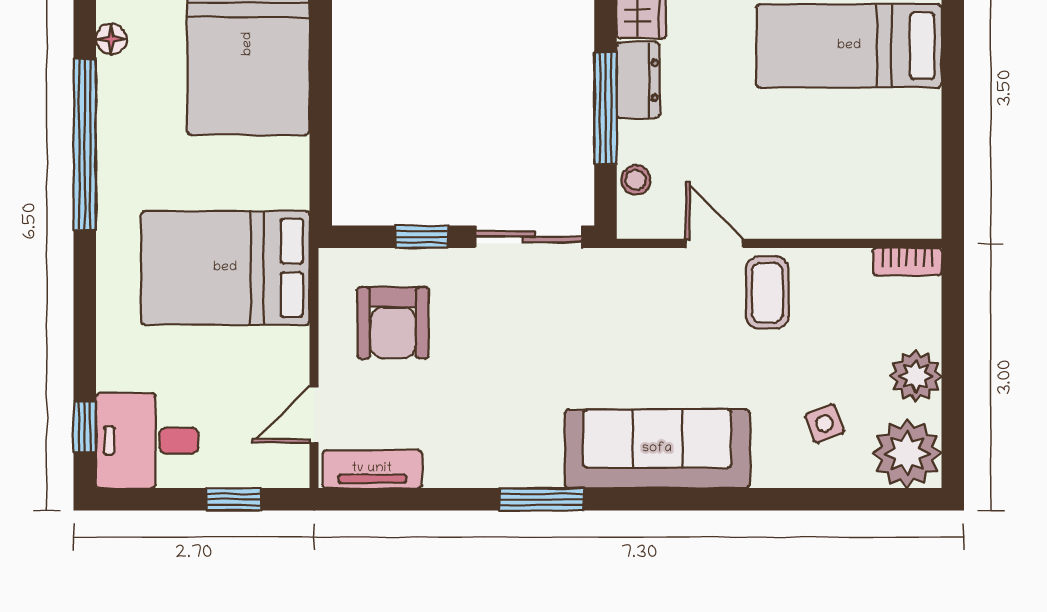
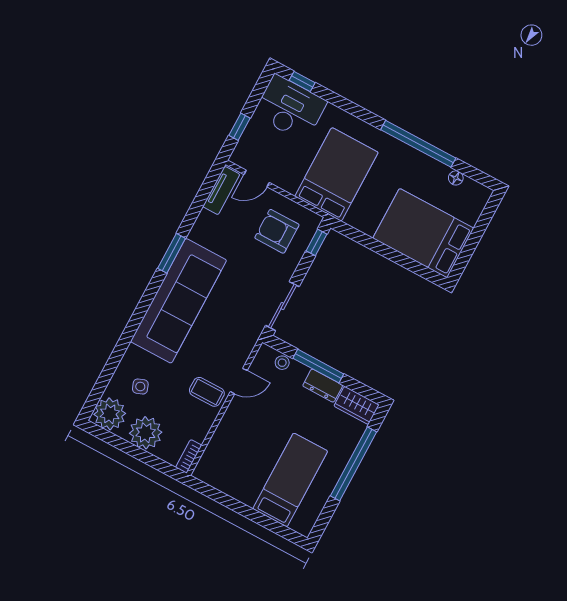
window: (421, 237) -> (317, 242), moved
plant: (916, 376) -> (146, 433), width x1.36, depth x1.36
door: (314, 415) -> (257, 178), swing flipped
desk: (147, 441) -> (290, 108), width x1.37
sofa: (657, 449) -> (179, 301), width x1.36, depth x1.27

